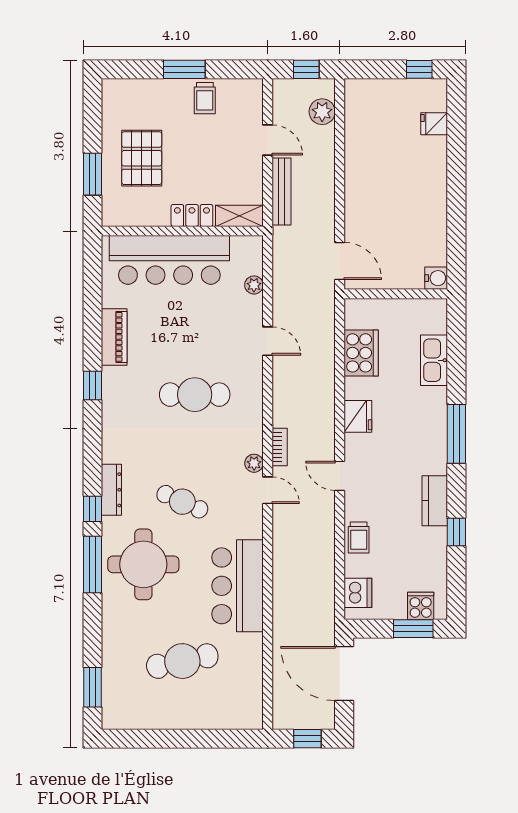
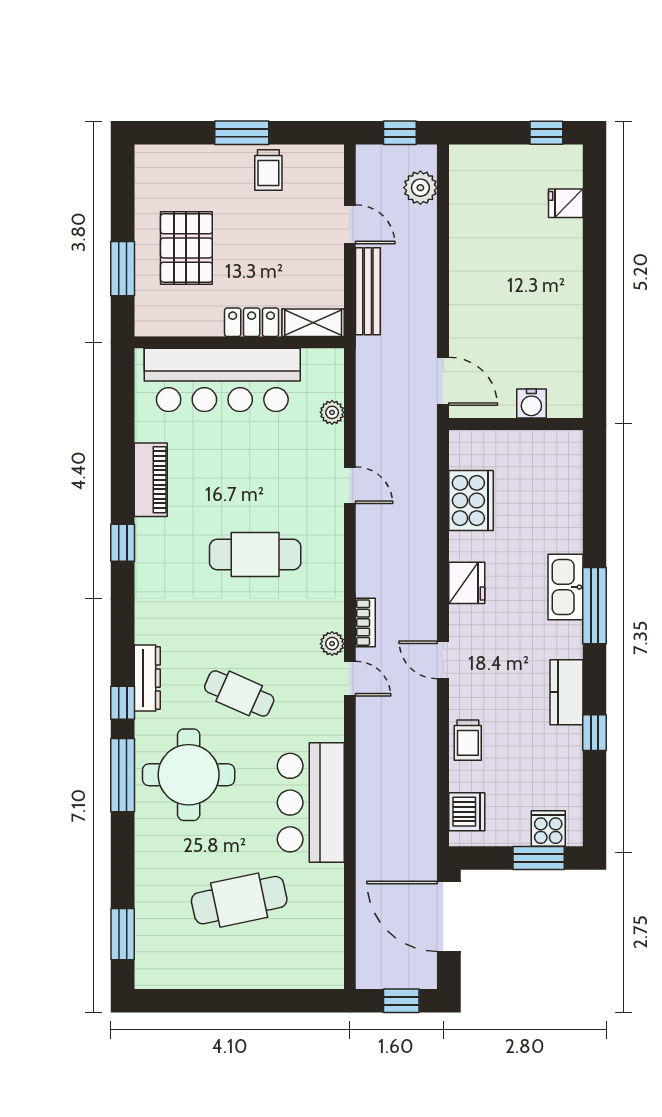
water cooler: (436, 278) -> (531, 404), moved, turned 90
kitchen sink: (434, 360) -> (566, 587), moved

